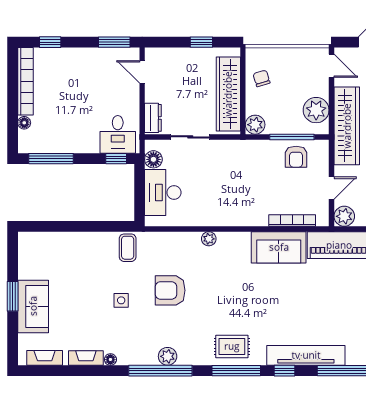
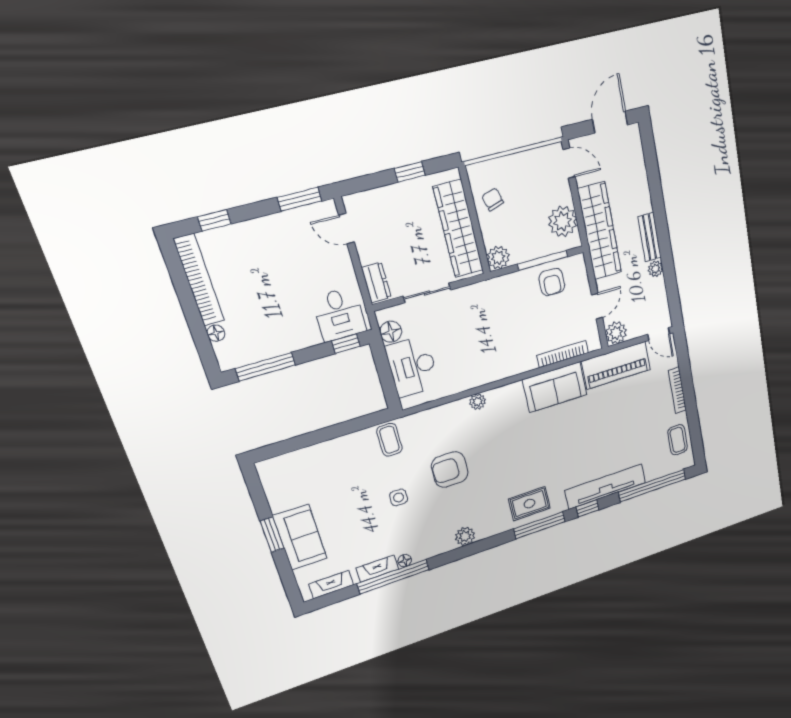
window: (160, 371) -> (393, 577), moved

